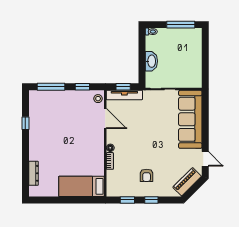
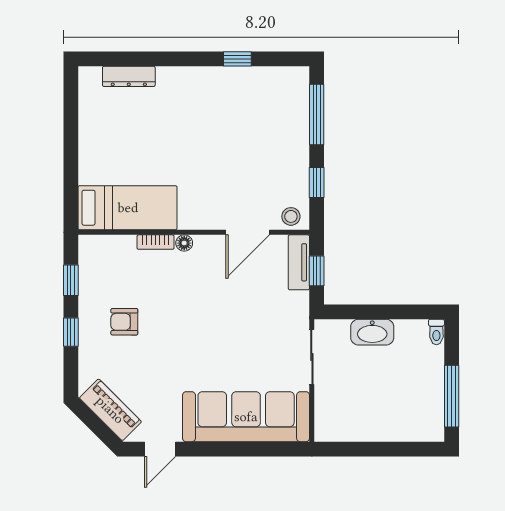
tv unit: (124, 95) -> (299, 262), width x0.71
bed: (82, 186) -> (128, 208), moved, turned 90

